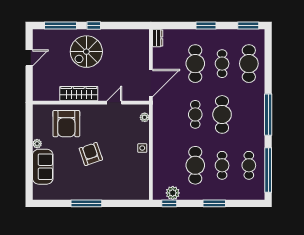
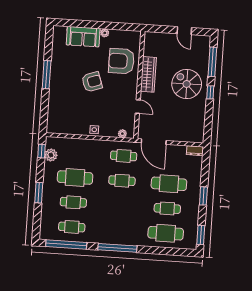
cafe table: (222, 114) -> (124, 156), moved, width x0.73, depth x0.74

